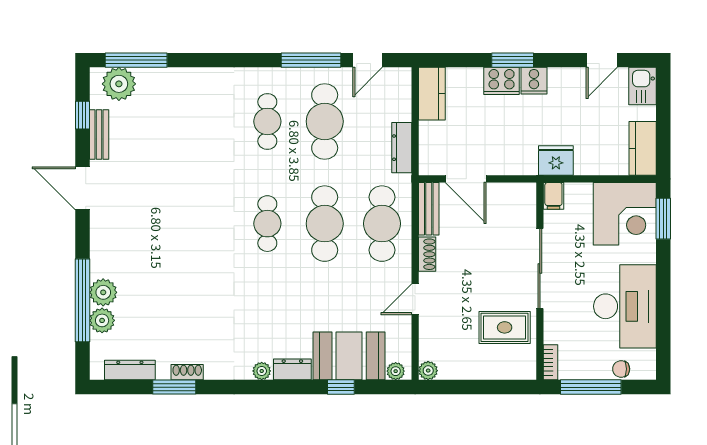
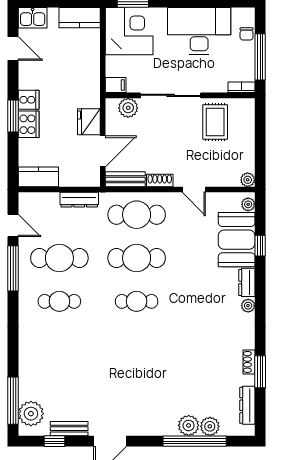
fridge: (556, 160) -> (89, 122), moved
plant: (523, 212) -> (128, 108), added

